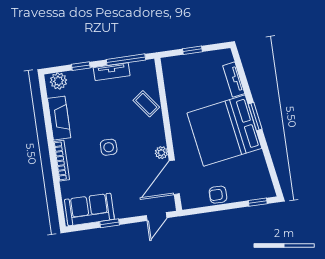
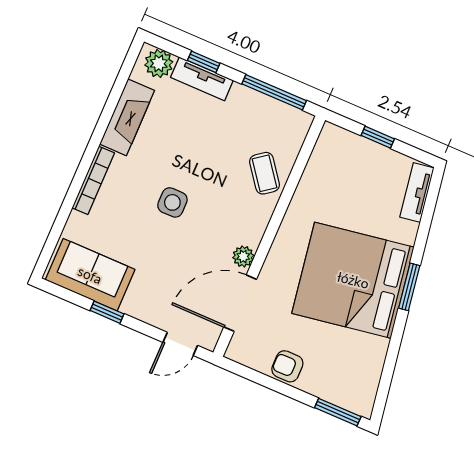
tv unit: (112, 72) -> (202, 79), moved
tv unit: (234, 80) -> (417, 192), moved
window: (258, 202) -> (338, 412), width x1.50

